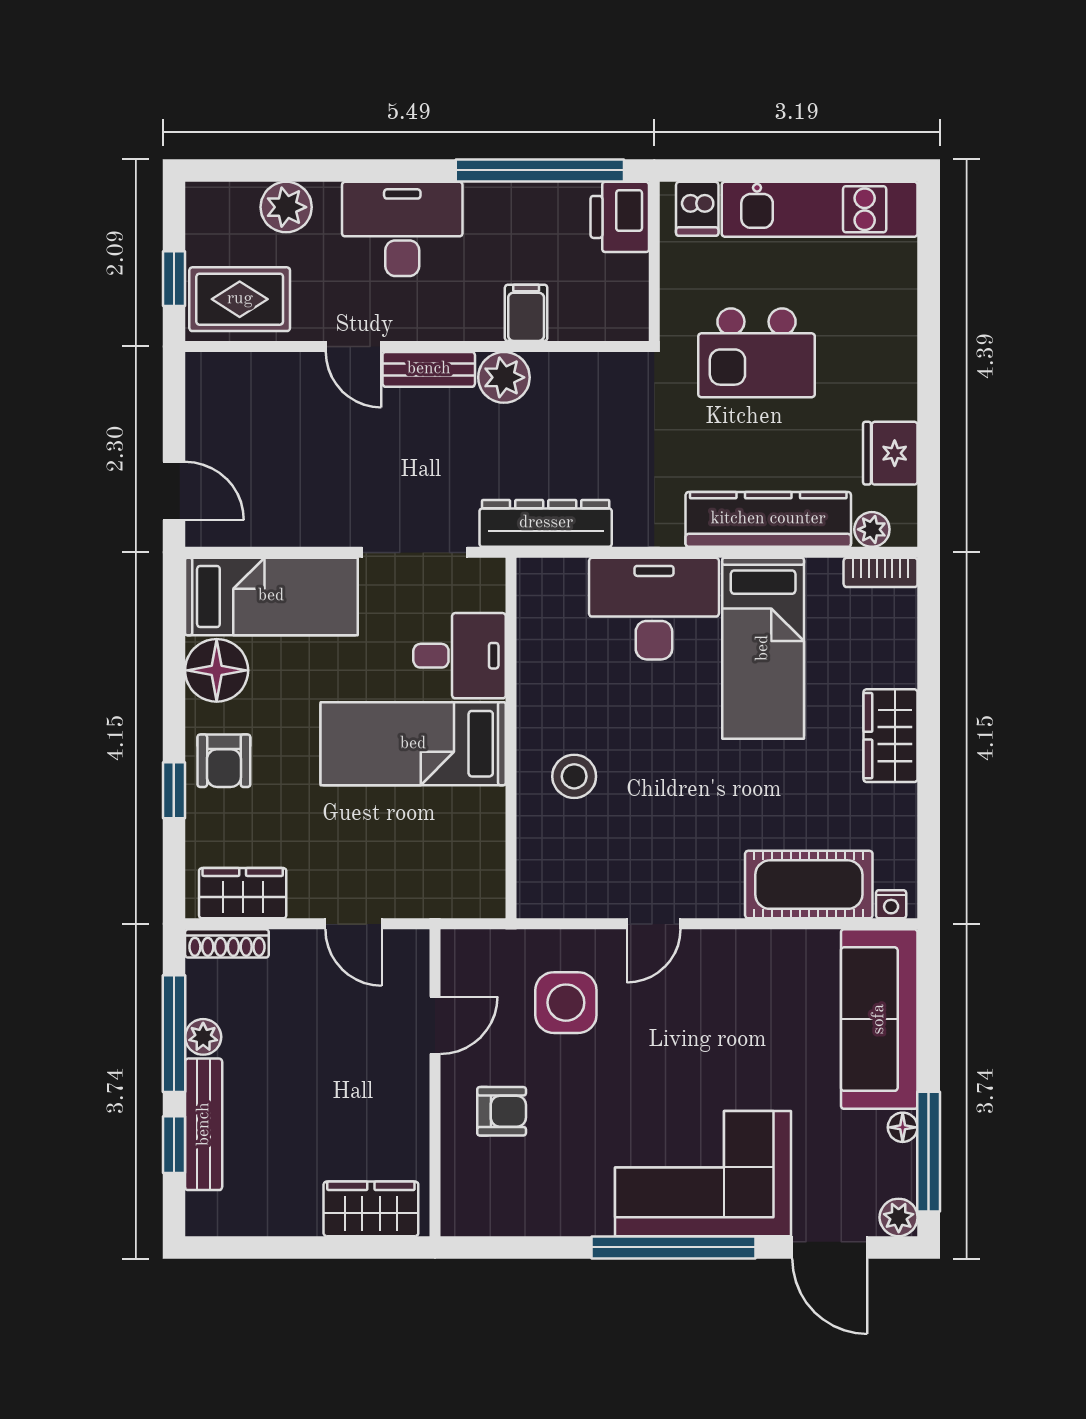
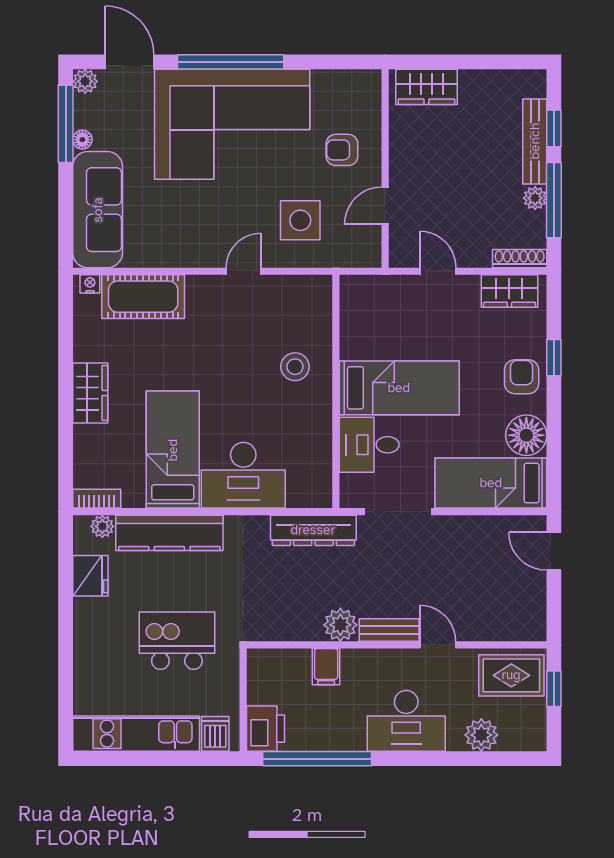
corner sofa: (703, 1174) -> (232, 124), width x1.36, depth x1.36

